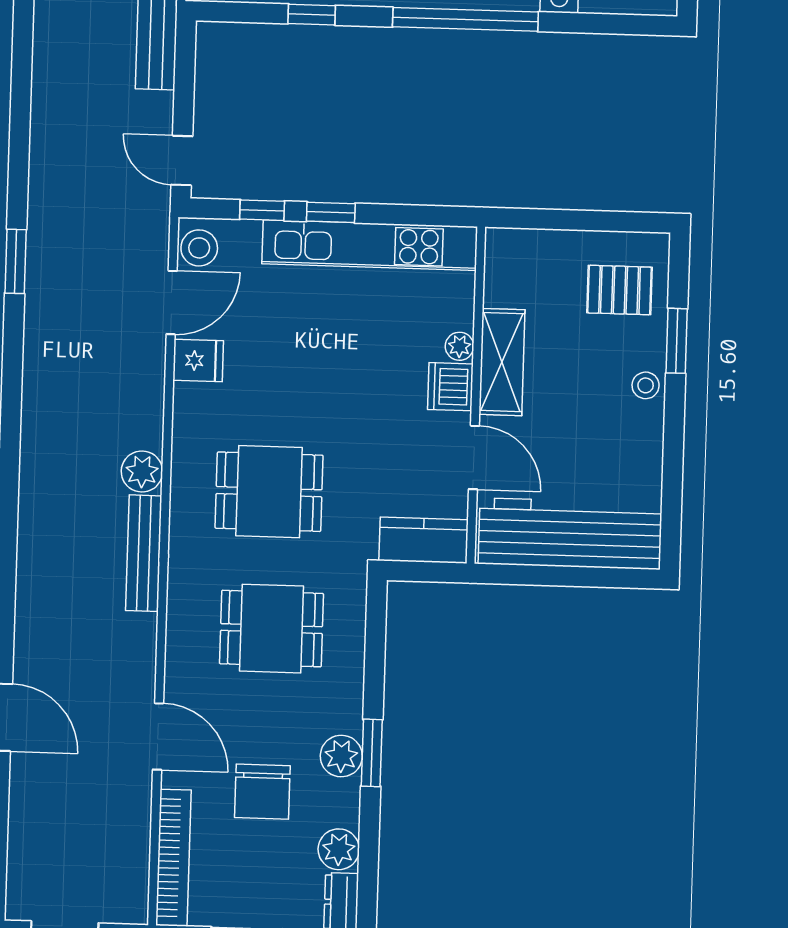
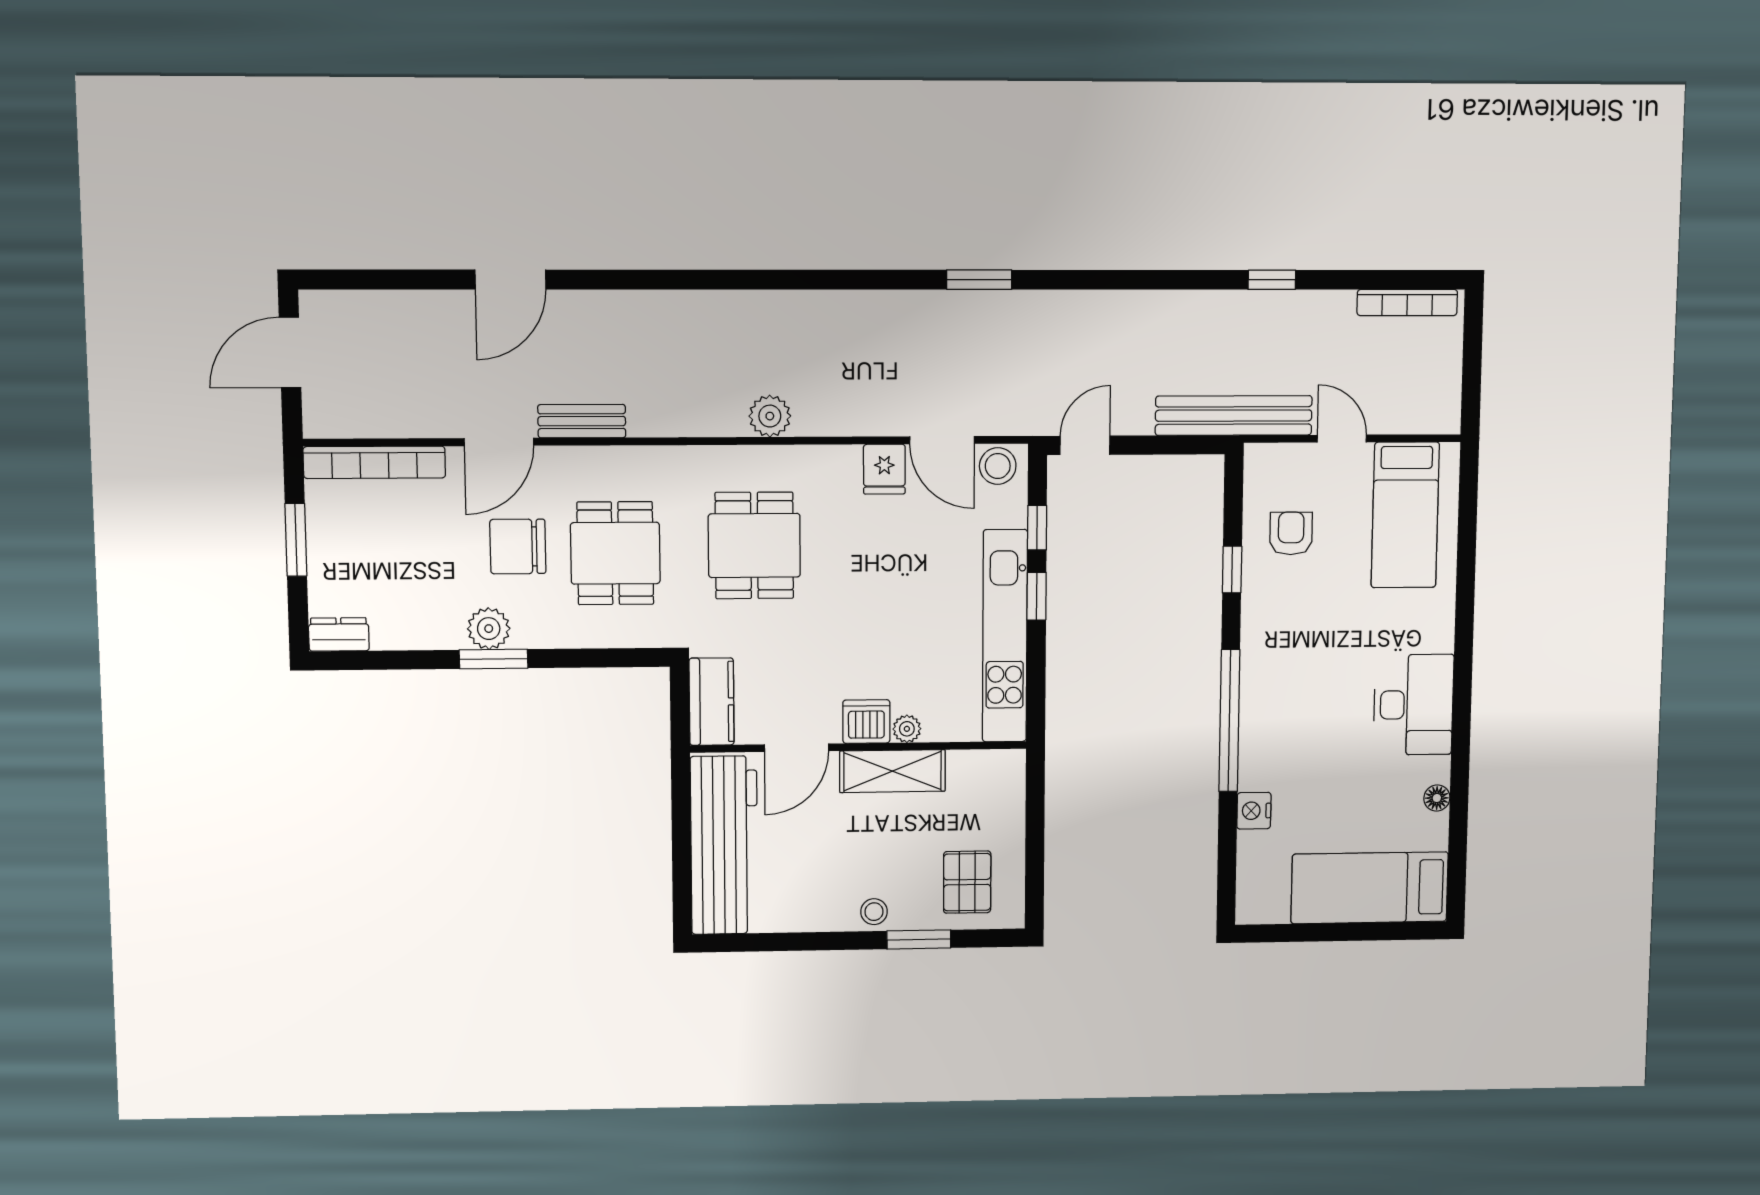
bench: (144, 553) -> (582, 421), moved, width x0.73
chair: (262, 792) -> (518, 546), moved
plant: (339, 849) -> (393, 630), removed

